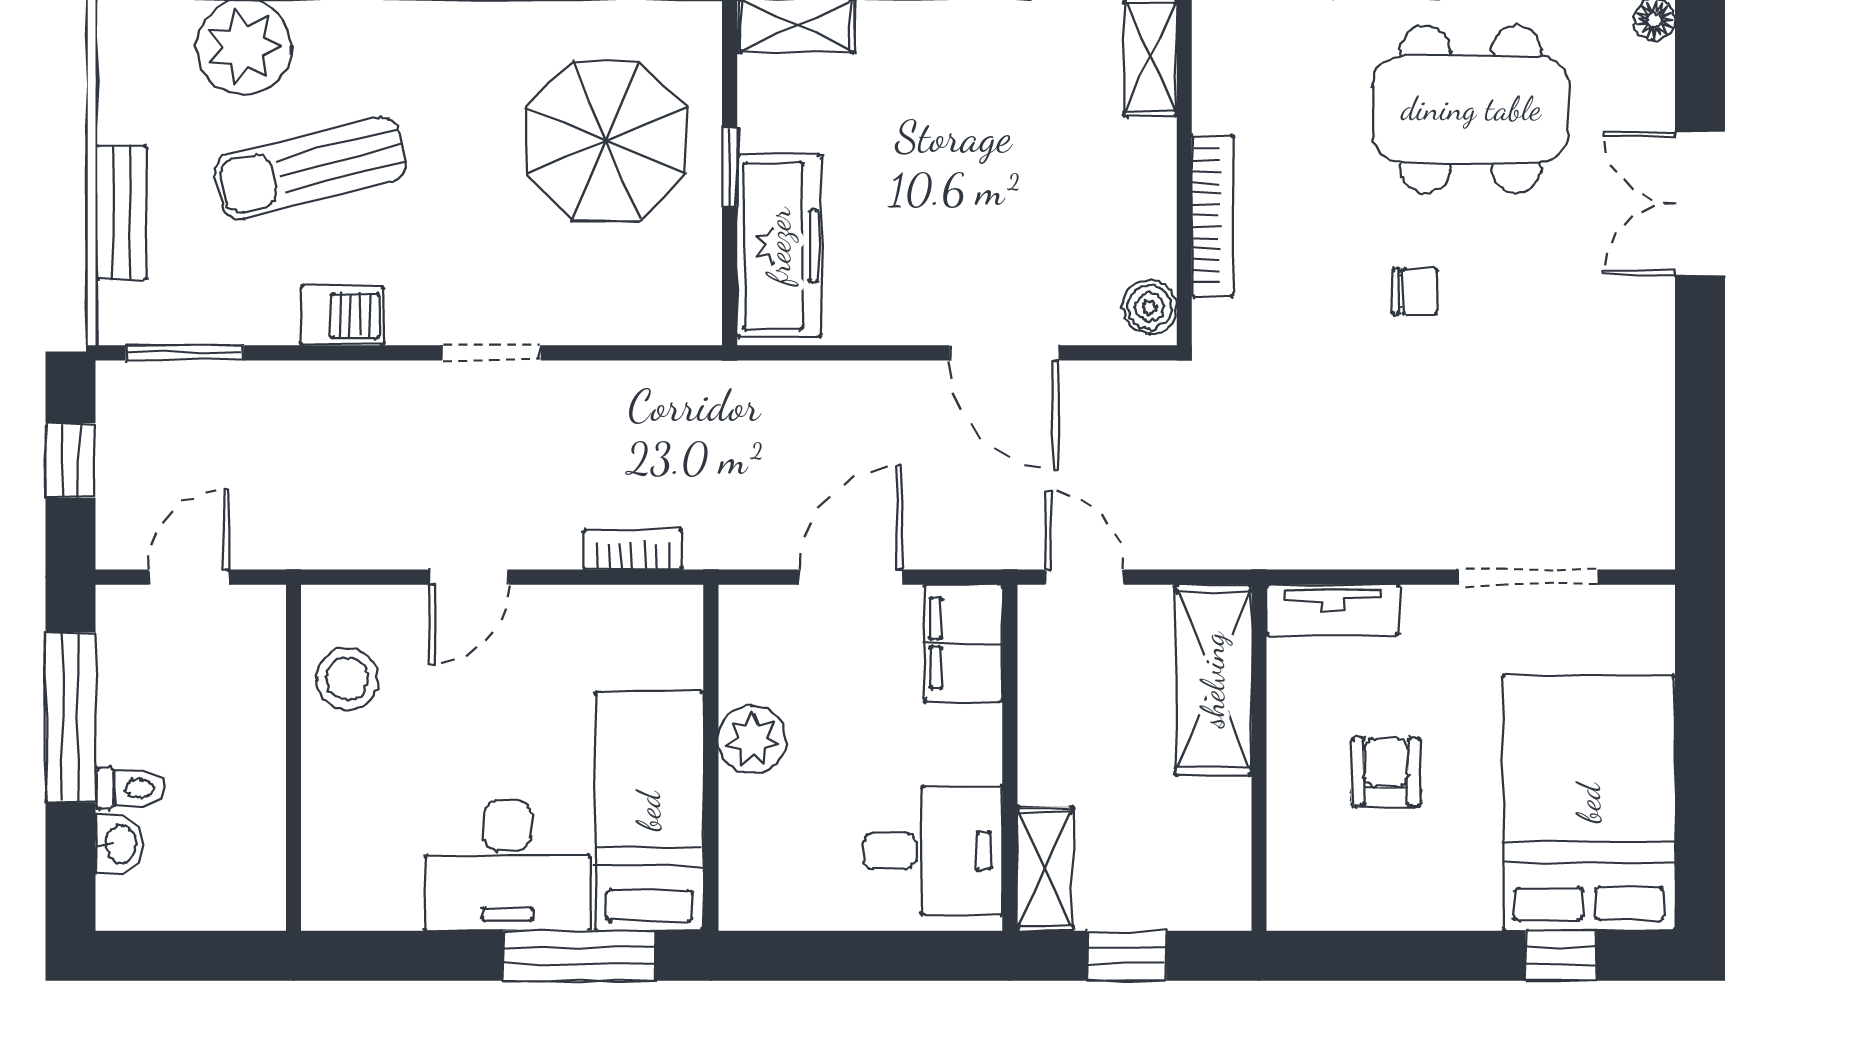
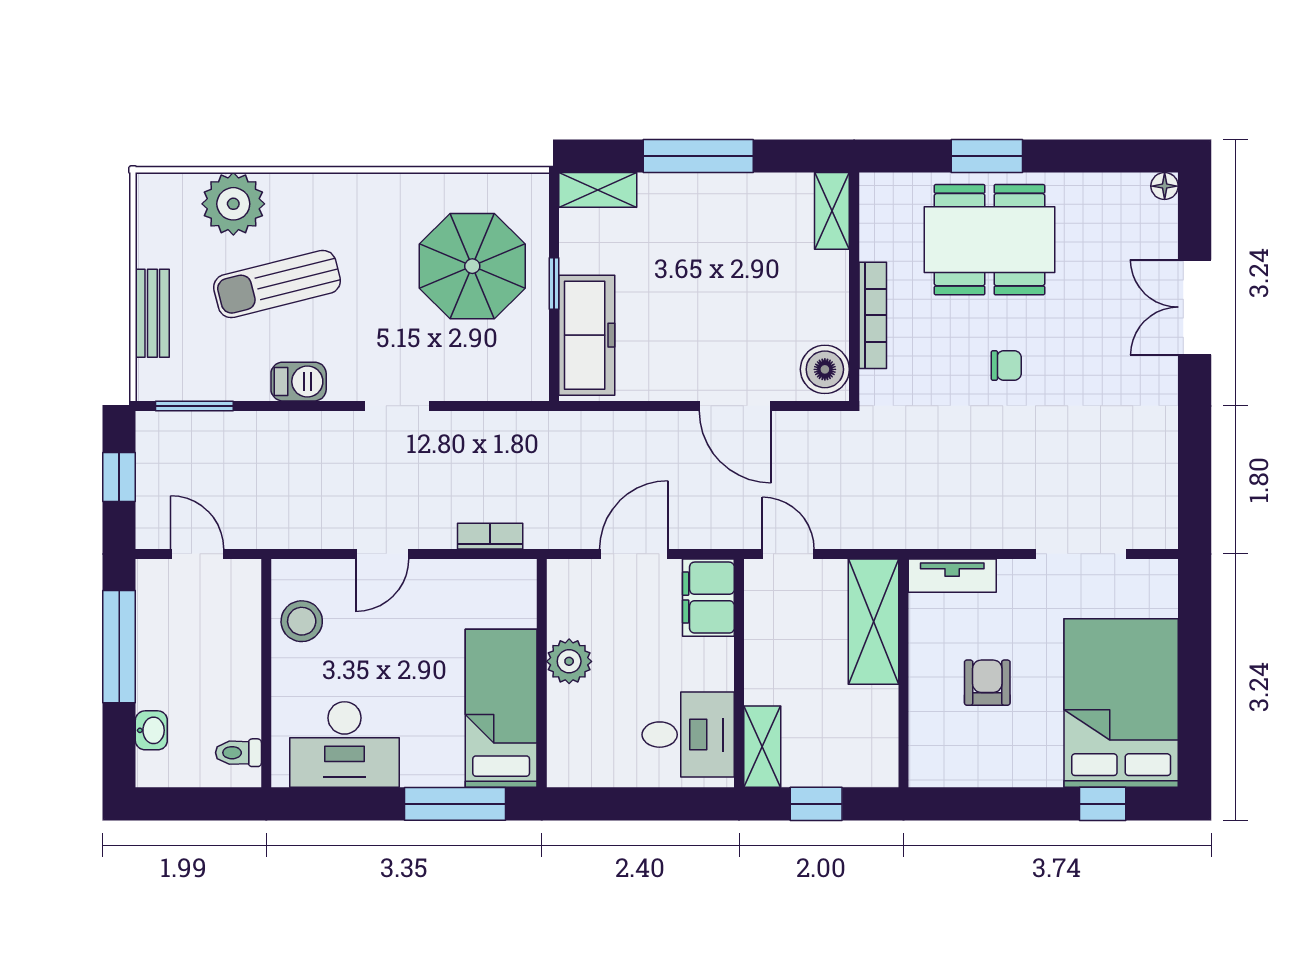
dining table: (1471, 109) -> (989, 240), moved
boiler: (1150, 307) -> (825, 369), width x1.36, depth x1.36
door: (189, 577) -> (197, 554), hinge flipped
toilet: (130, 788) -> (238, 753), moved, turned 180
desk: (508, 866) -> (345, 745), moved

